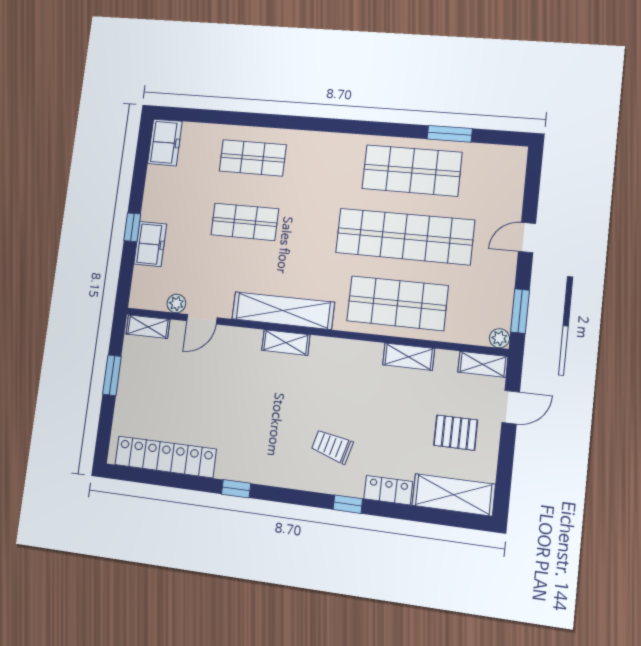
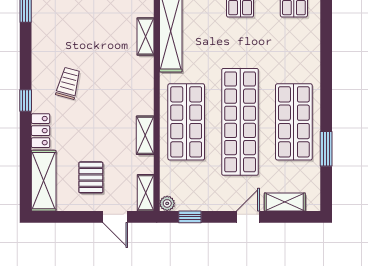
shelving: (512, 190) -> (285, 202), added
door: (527, 238) -> (248, 217), hinge flipped
window: (520, 311) -> (190, 217), width x0.67

